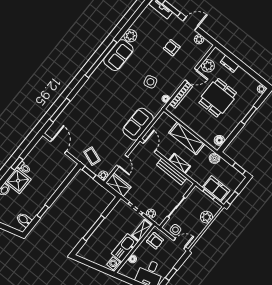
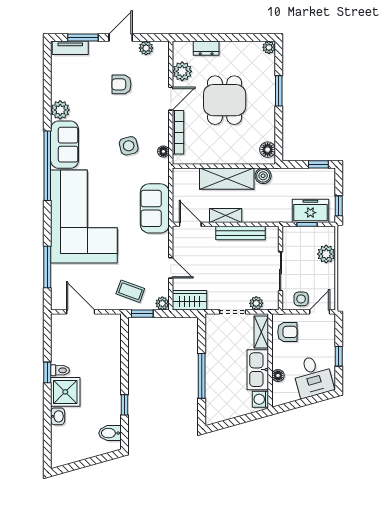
corner sofa: (99, 99) -> (84, 216), added
boiler: (215, 158) -> (263, 176), moved
shelving: (180, 163) -> (226, 215), moved

